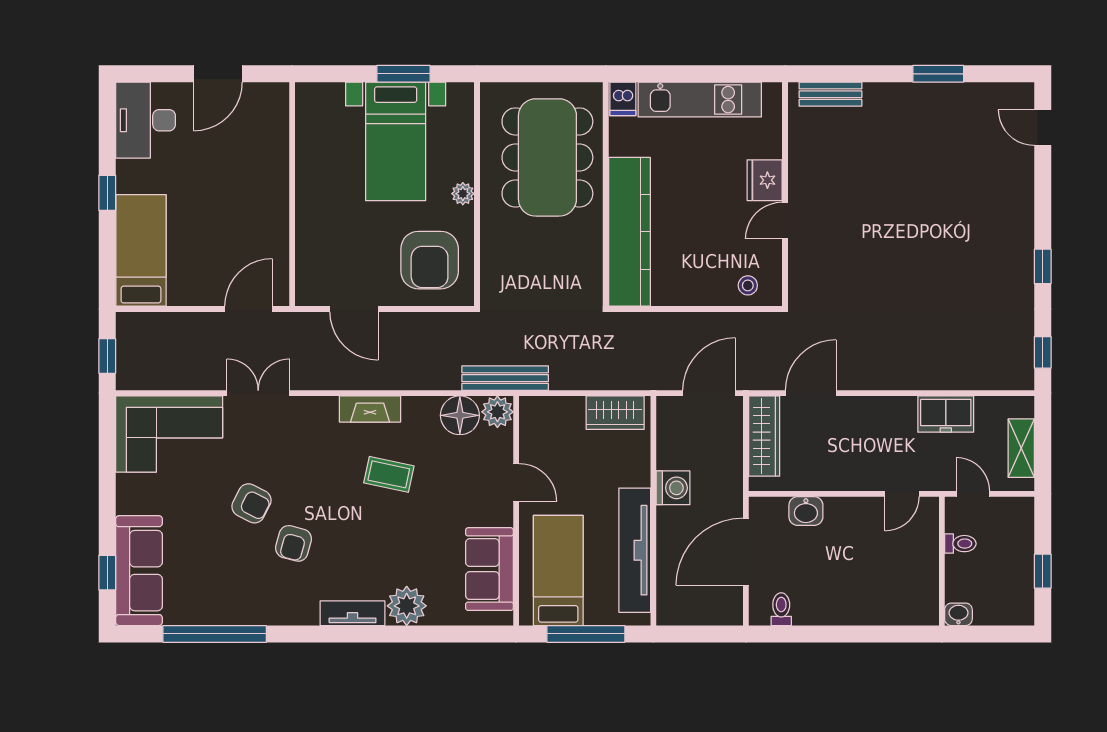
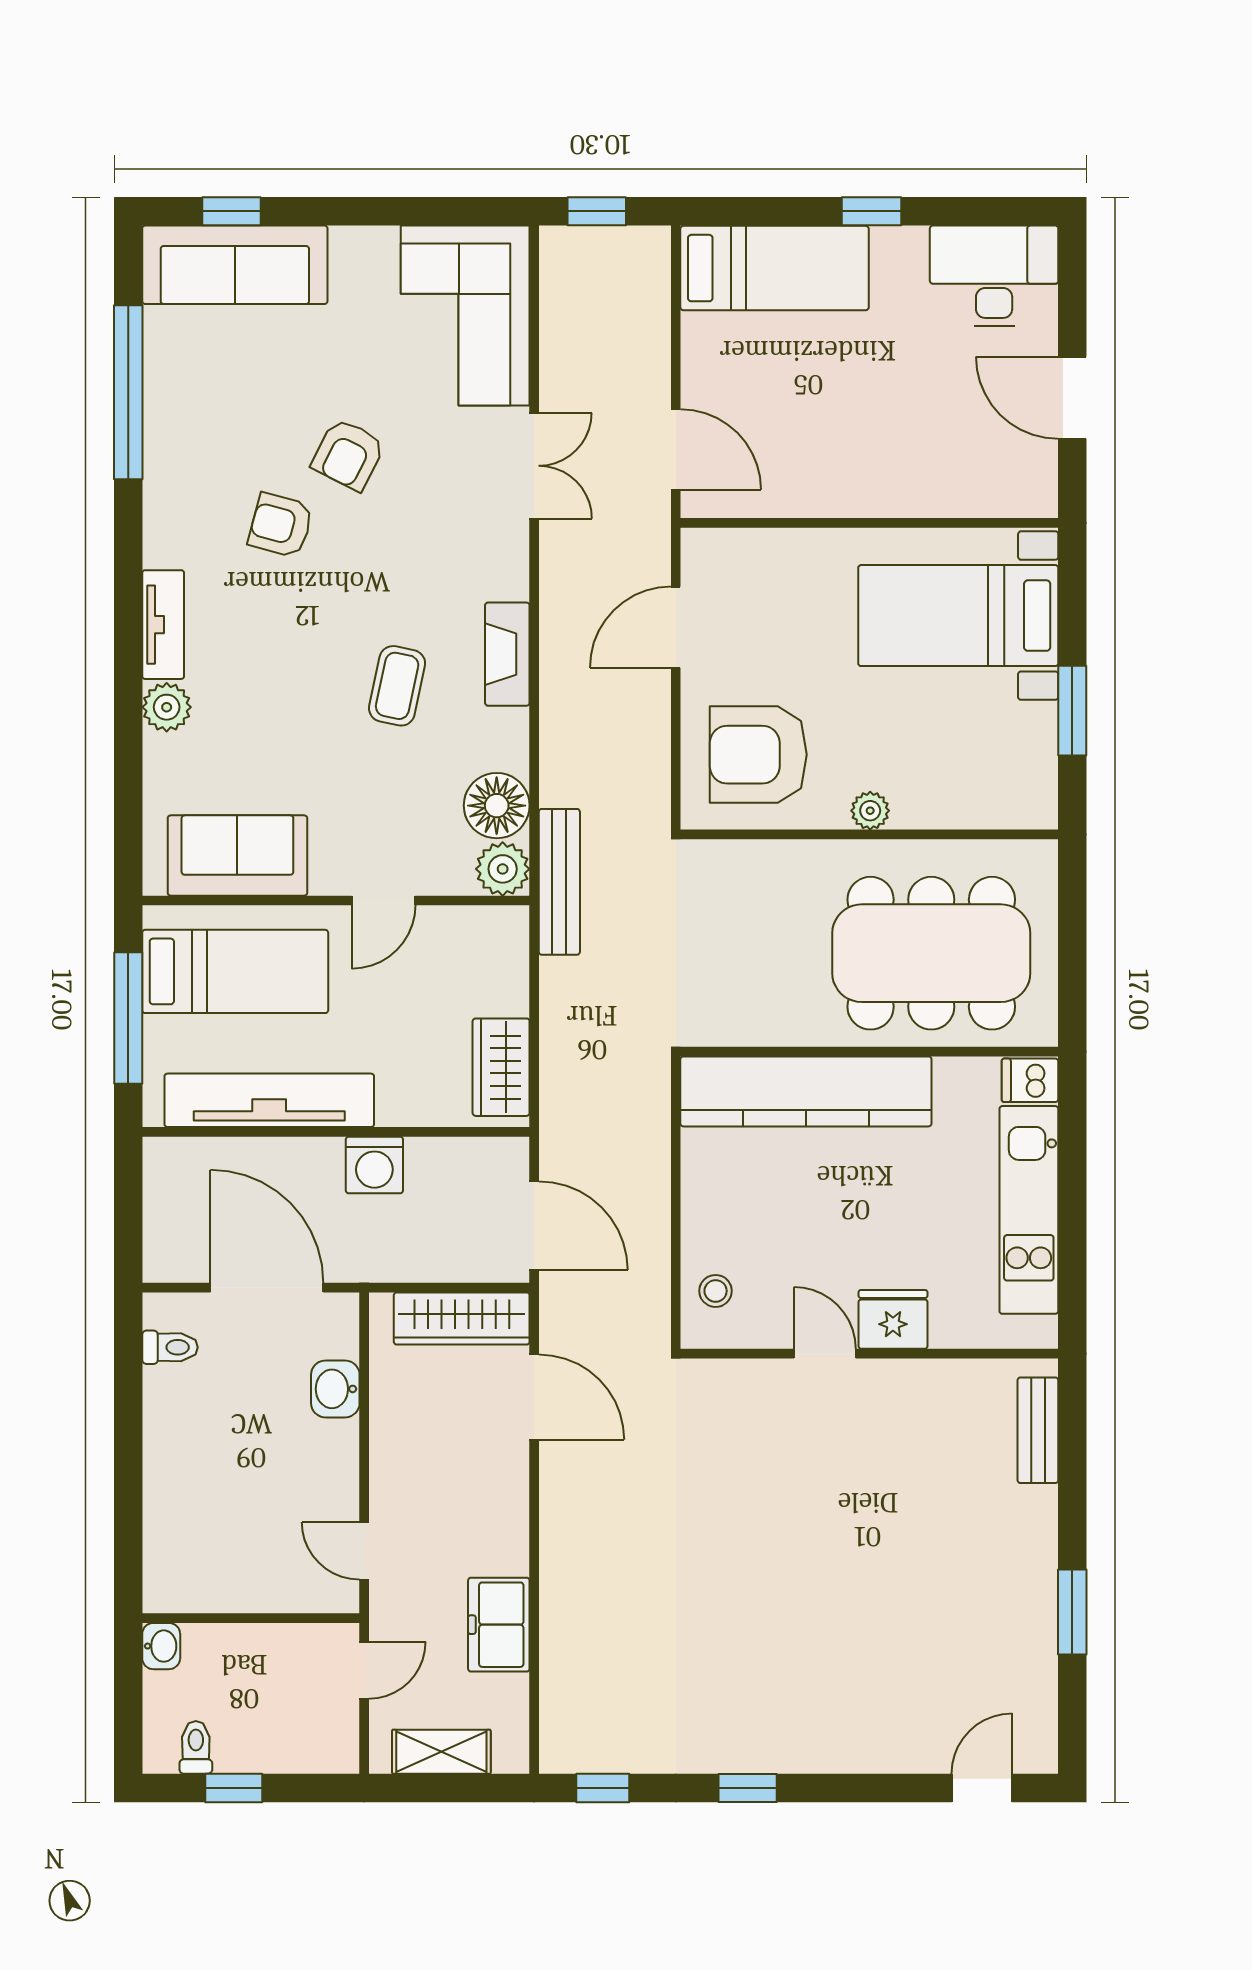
bed with nightstands: (396, 141) -> (958, 616), moved
toilet: (960, 544) -> (196, 1747), moved, turned 180
plant: (407, 606) -> (167, 707), width x0.73, depth x0.73

